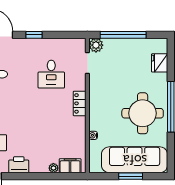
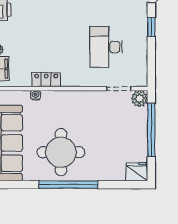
fridge: (160, 63) -> (137, 172), moved
desk: (51, 74) -> (106, 47), width x1.37
locker: (80, 103) -> (46, 80), moved

